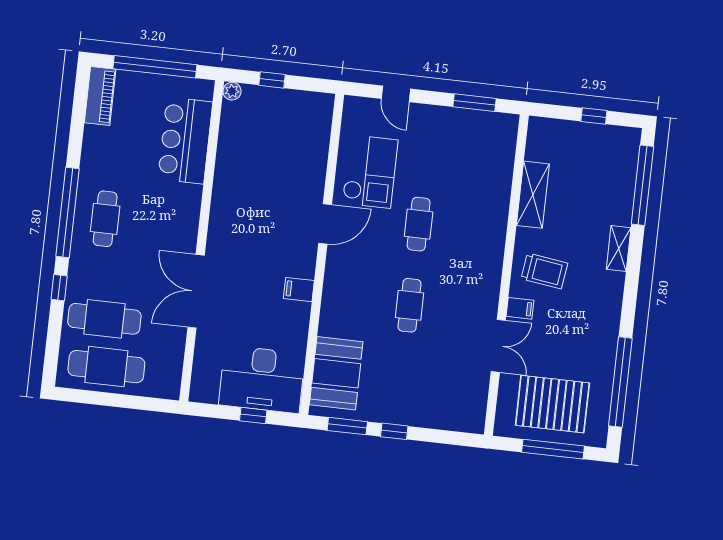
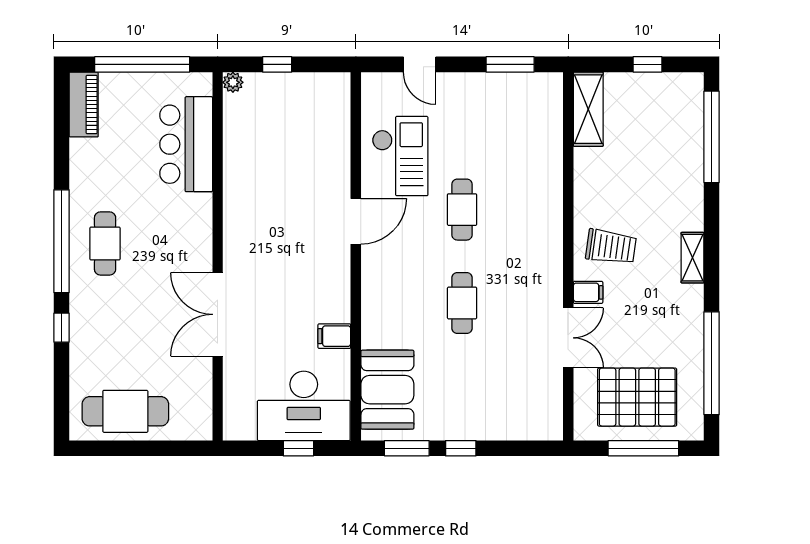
shelving: (533, 195) -> (588, 109), moved
shelving: (619, 248) -> (693, 258), moved
filing cabinet: (299, 290) -> (334, 336), moved
cafe table: (104, 319) -> (117, 357), removed

